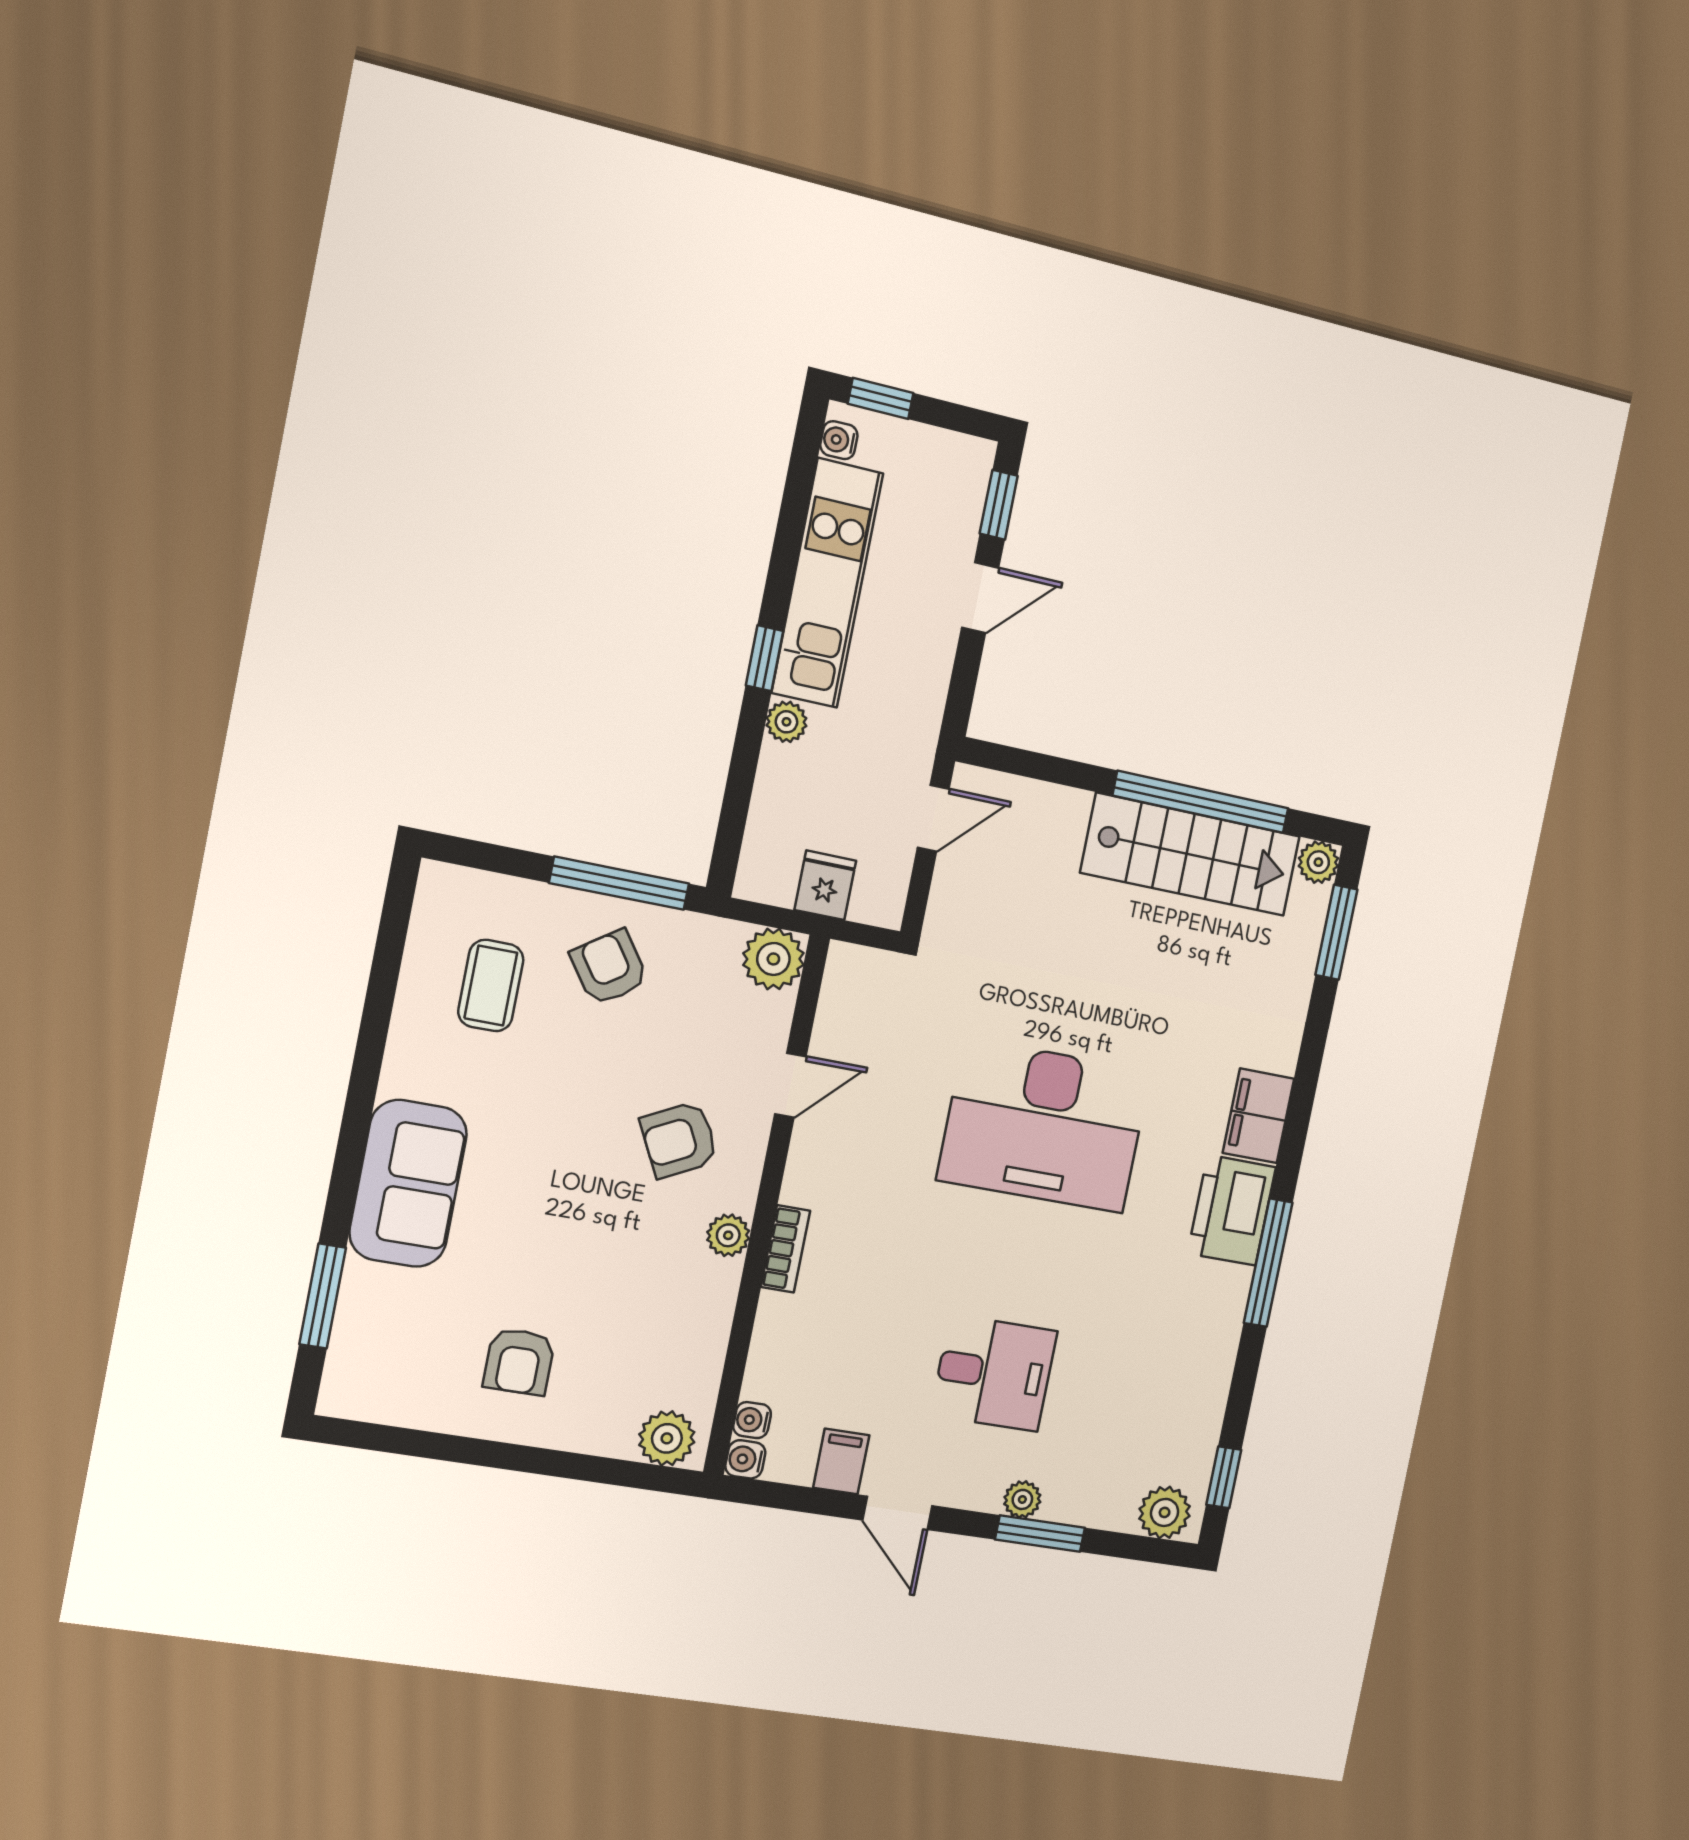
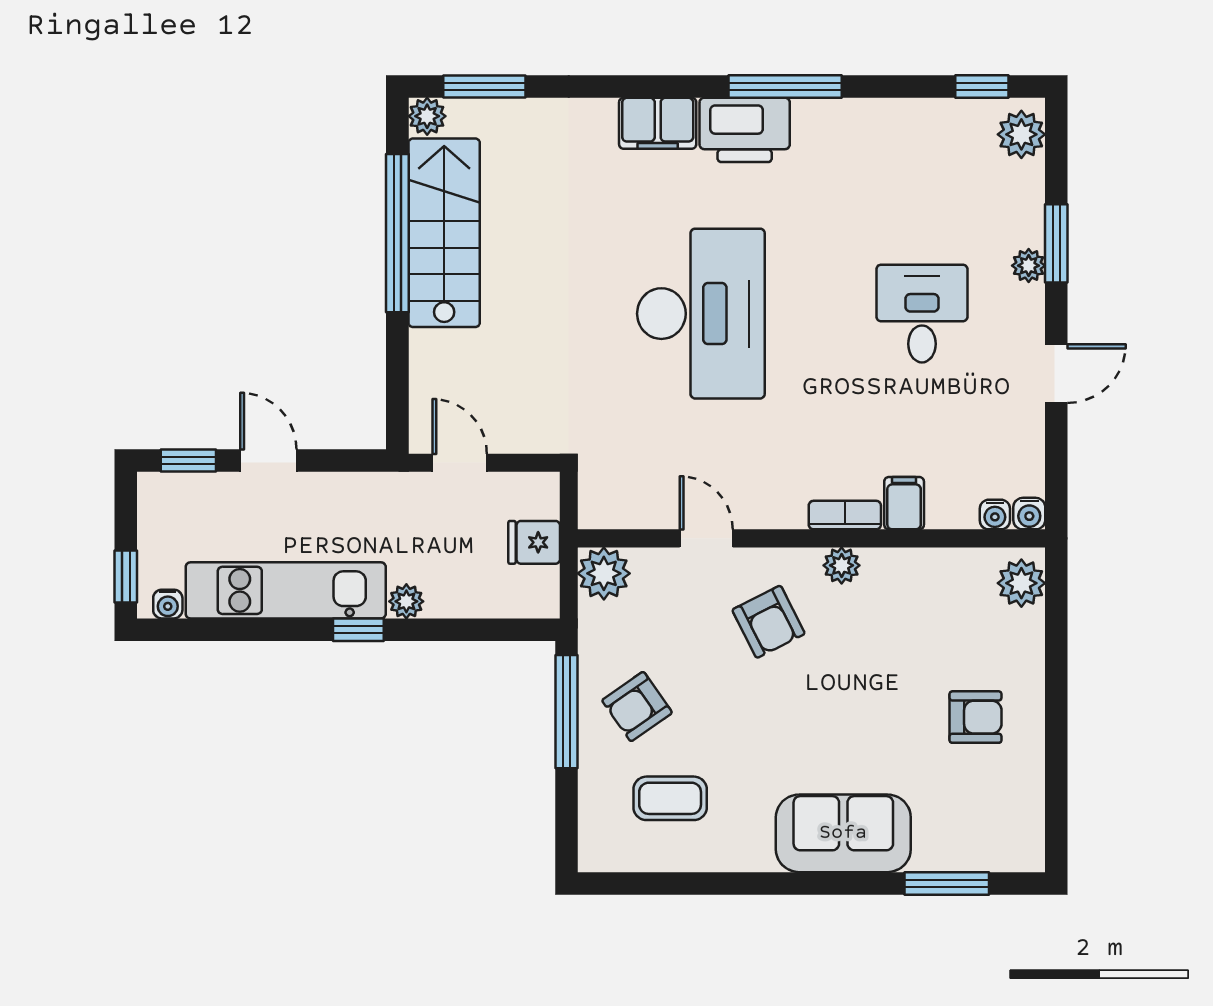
filing cabinet: (841, 1461) -> (904, 503), moved, turned 90

